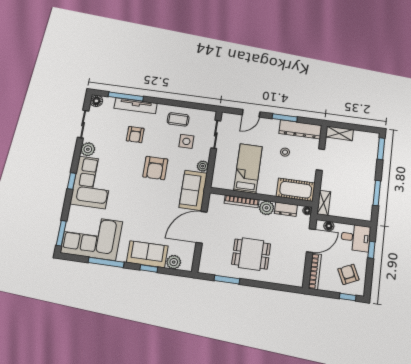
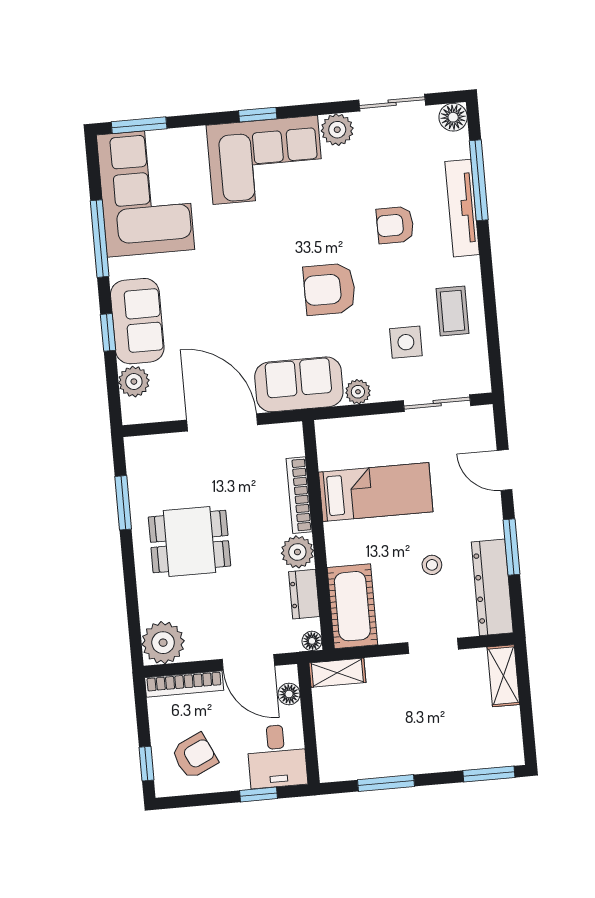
dining table: (251, 254) -> (189, 542), turned 90
plant: (294, 277) -> (163, 643), added

